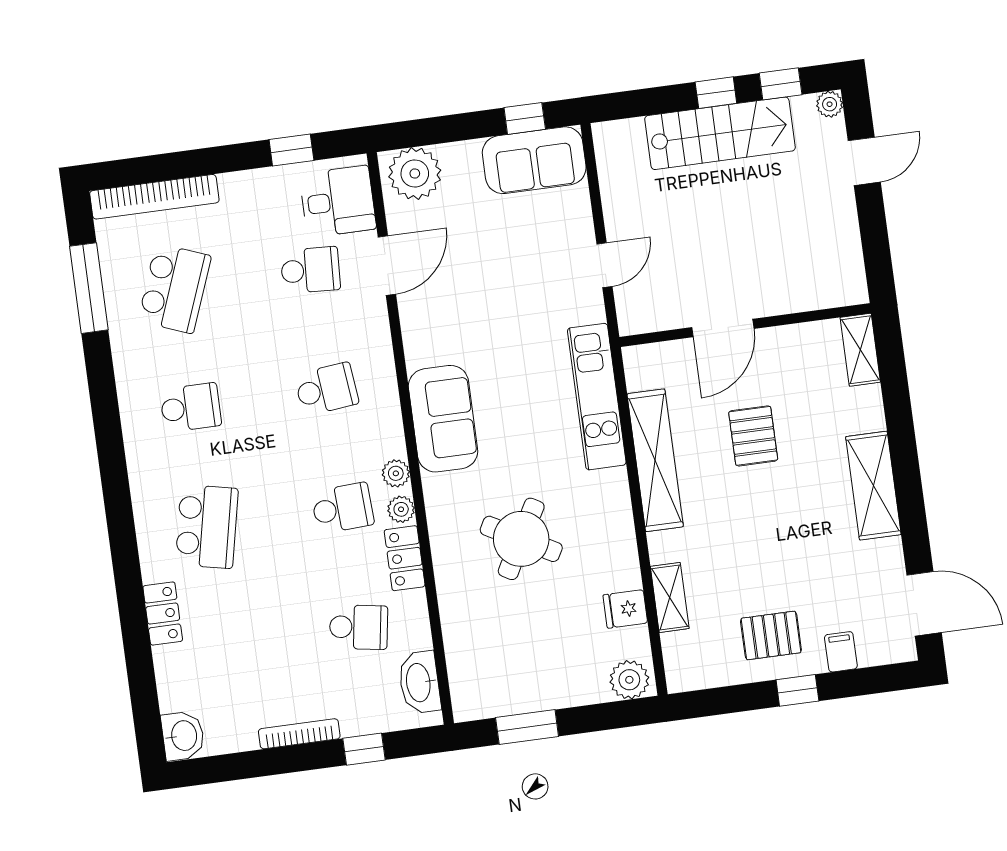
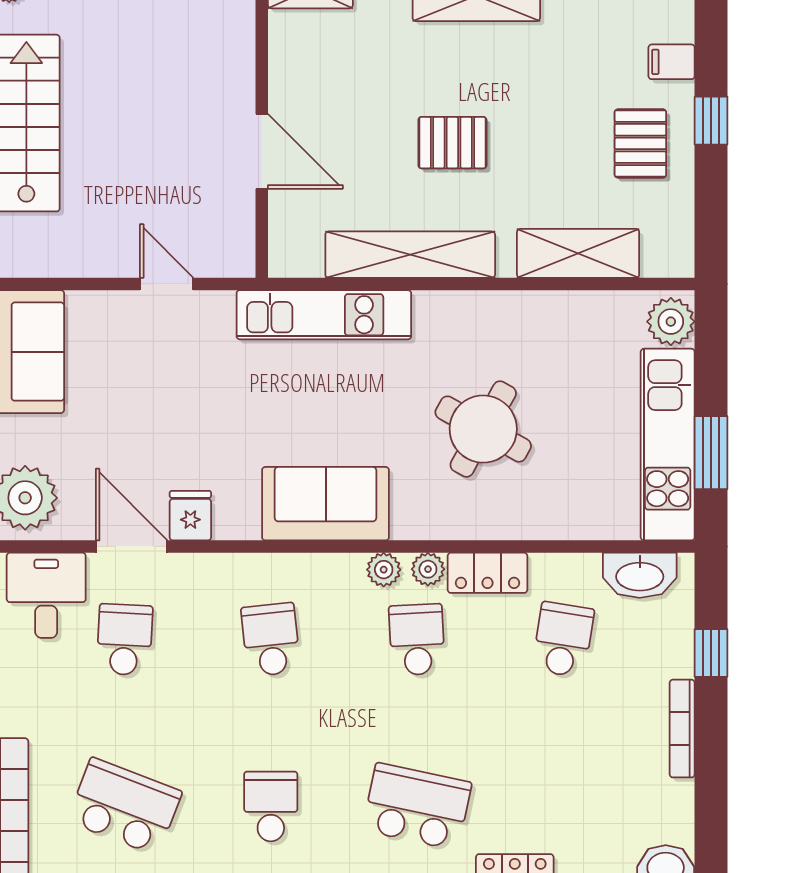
pallet: (753, 436) -> (452, 143), moved
shelving: (670, 597) -> (578, 253), width x1.50, depth x1.33
fridge: (625, 609) -> (190, 516), moved, turned 180
kitchen unit: (529, 691) -> (668, 445), added

